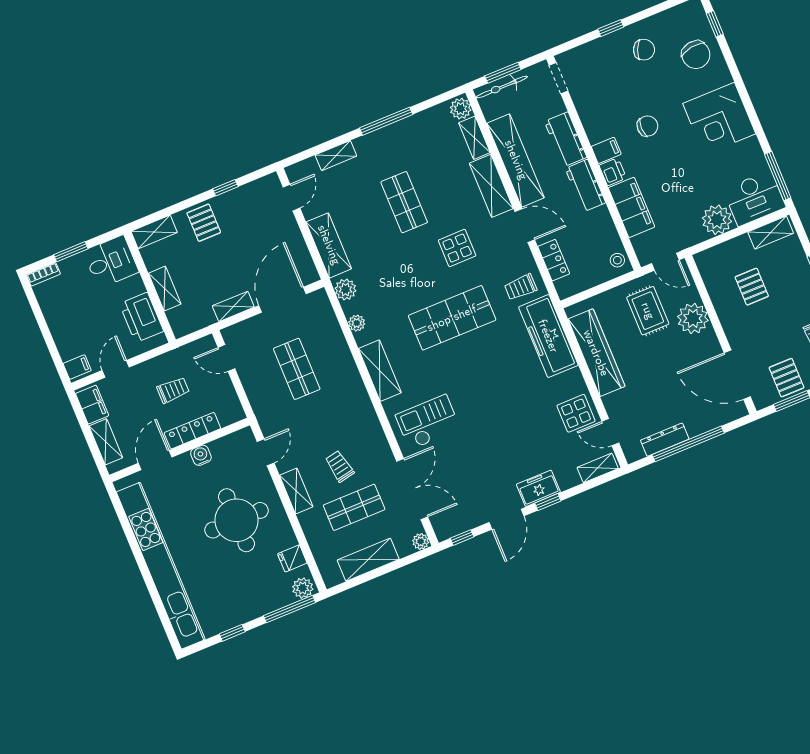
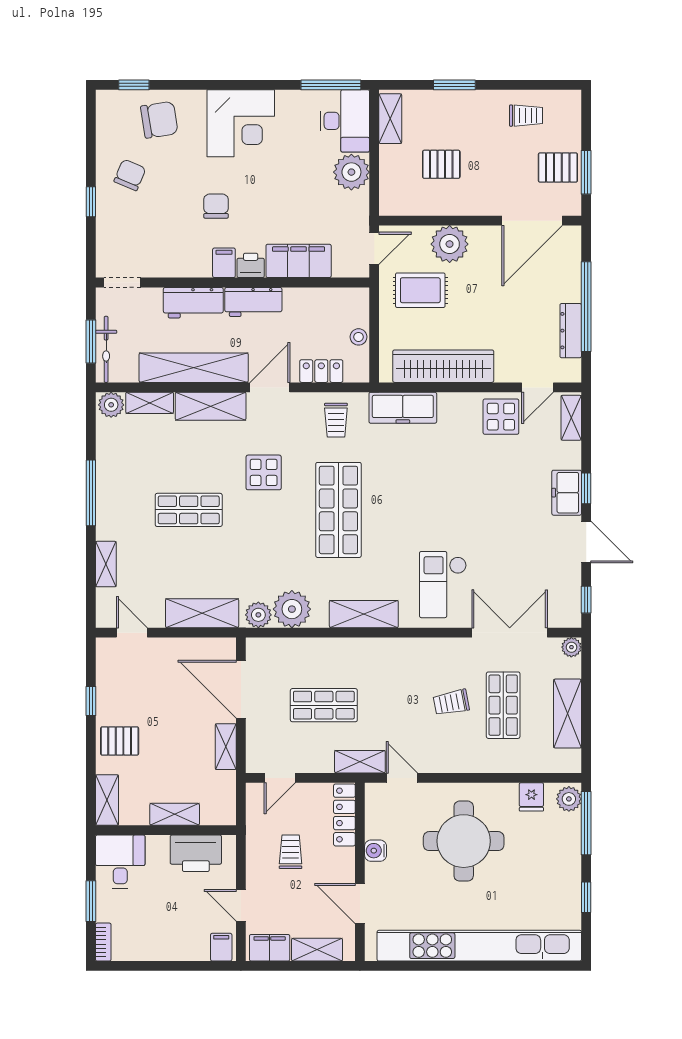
stool: (617, 260) -> (359, 337), moved
plant: (357, 323) -> (292, 609), width x1.88, depth x1.88
freezer: (548, 336) -> (403, 408), width x0.73, depth x0.79
locker: (192, 431) -> (344, 815), moved
shelving: (296, 491) -> (360, 762), moved

